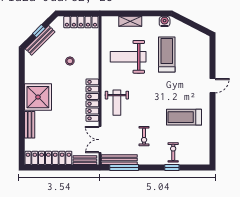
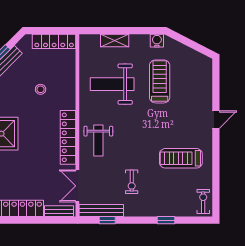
exercise bike: (173, 152) -> (203, 202), moved
window: (124, 167) -> (107, 220), width x0.46

